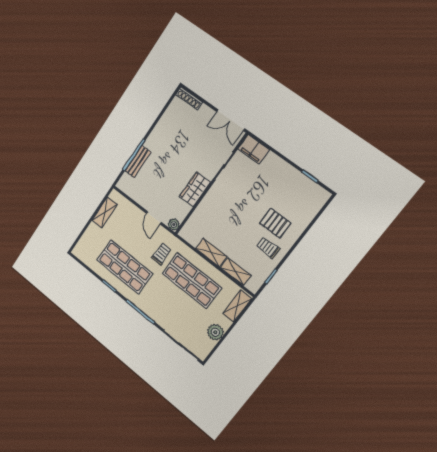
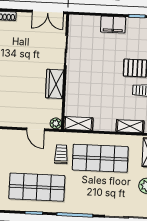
filing cabinet: (254, 149) -> (113, 25), moved
shelving: (211, 252) -> (78, 124), moved

